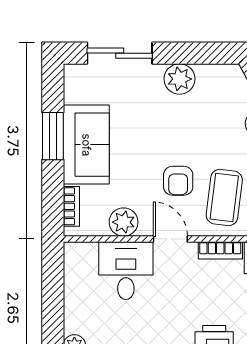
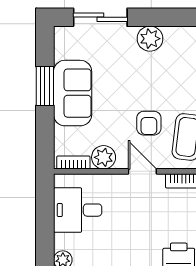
bookcase: (71, 206) -> (73, 163), moved, turned -90
desk: (126, 271) -> (78, 210), moved, turned -90

